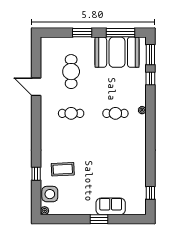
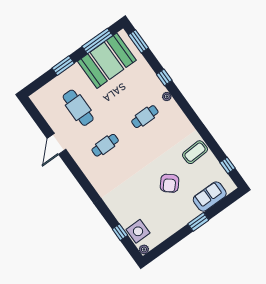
window: (150, 79) -> (164, 77), moved
door: (36, 87) -> (56, 144), hinge flipped
coffee table: (63, 169) -> (195, 152), moved
window: (36, 174) -> (120, 232), moved
armchair: (98, 175) -> (170, 183), added
sofa: (111, 206) -> (210, 197), moved

